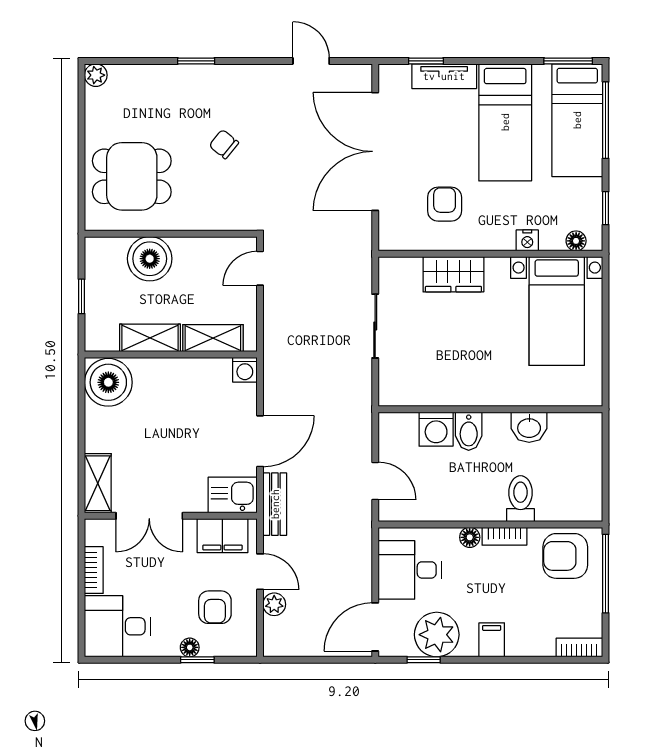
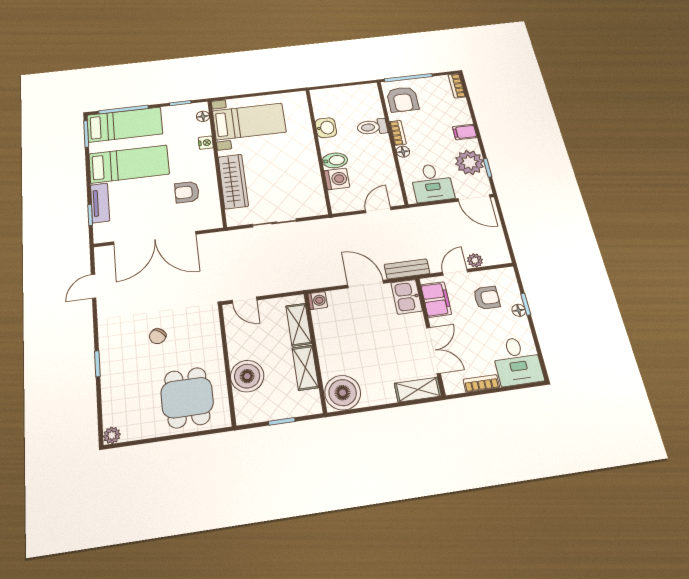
wardrobe: (453, 274) -> (233, 181), width x1.50

